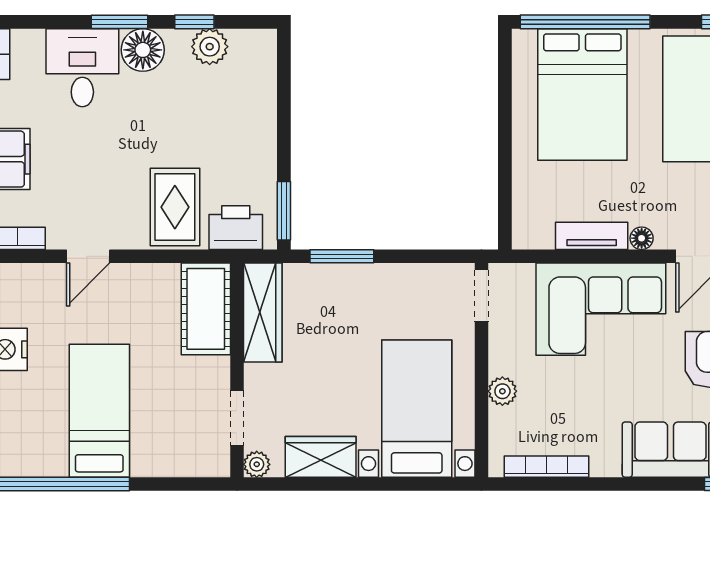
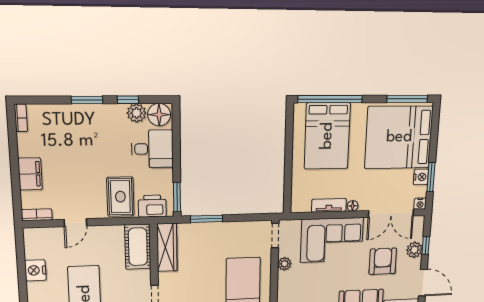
floor lamp: (143, 50) -> (159, 115), moved
desk: (82, 68) -> (152, 149), moved, turned 90
plant: (502, 391) -> (284, 264), moved

